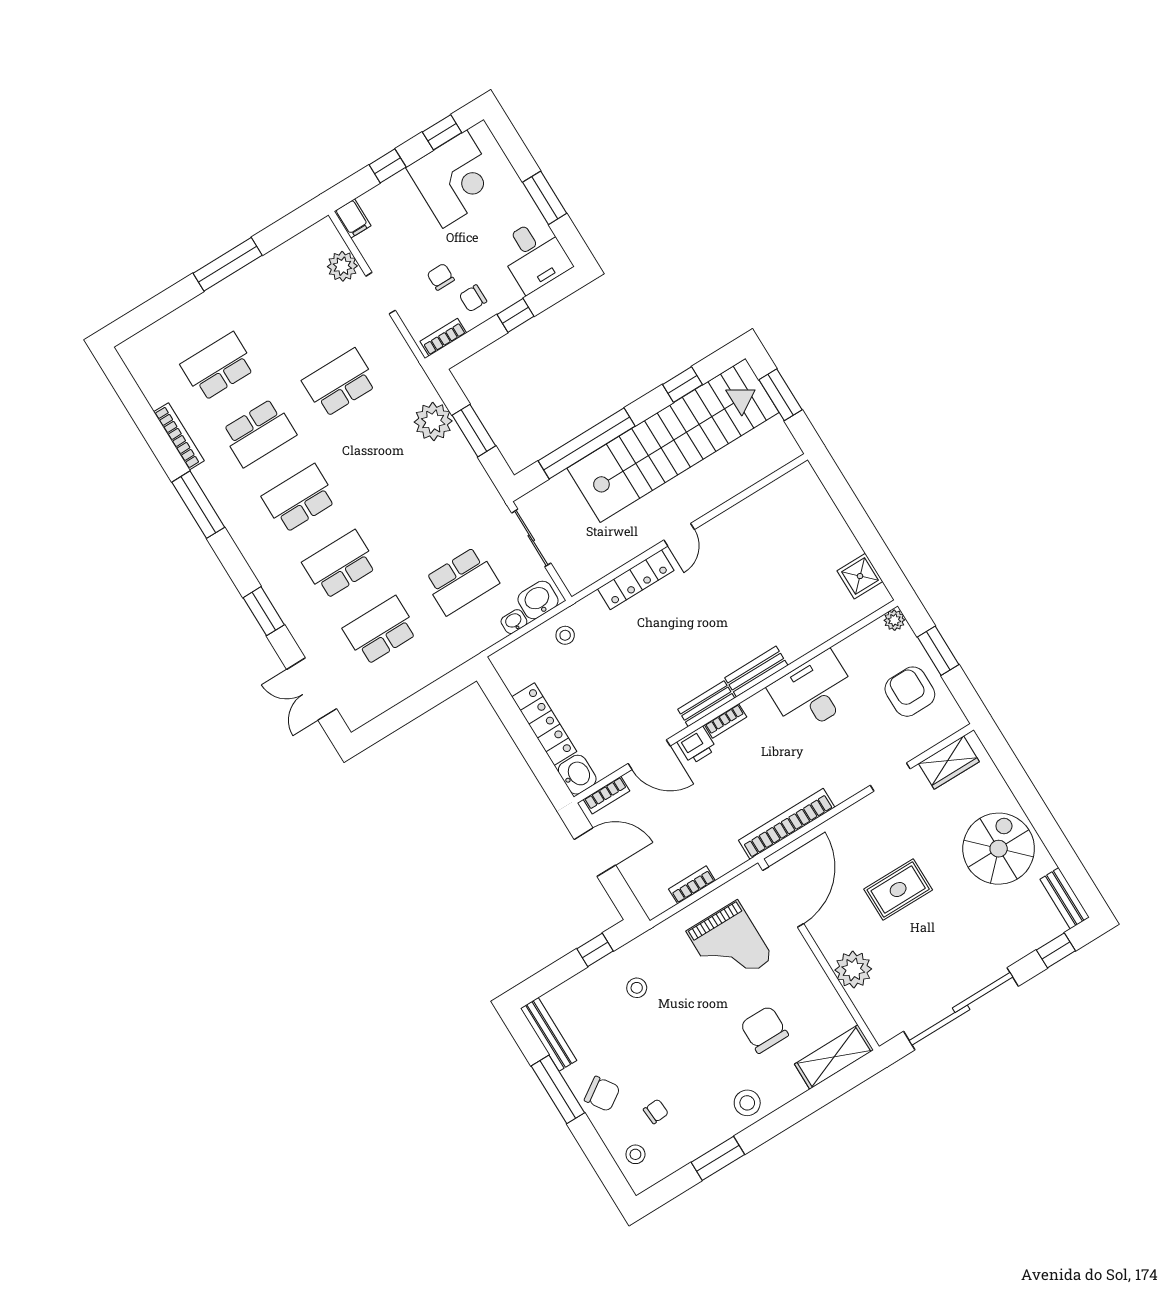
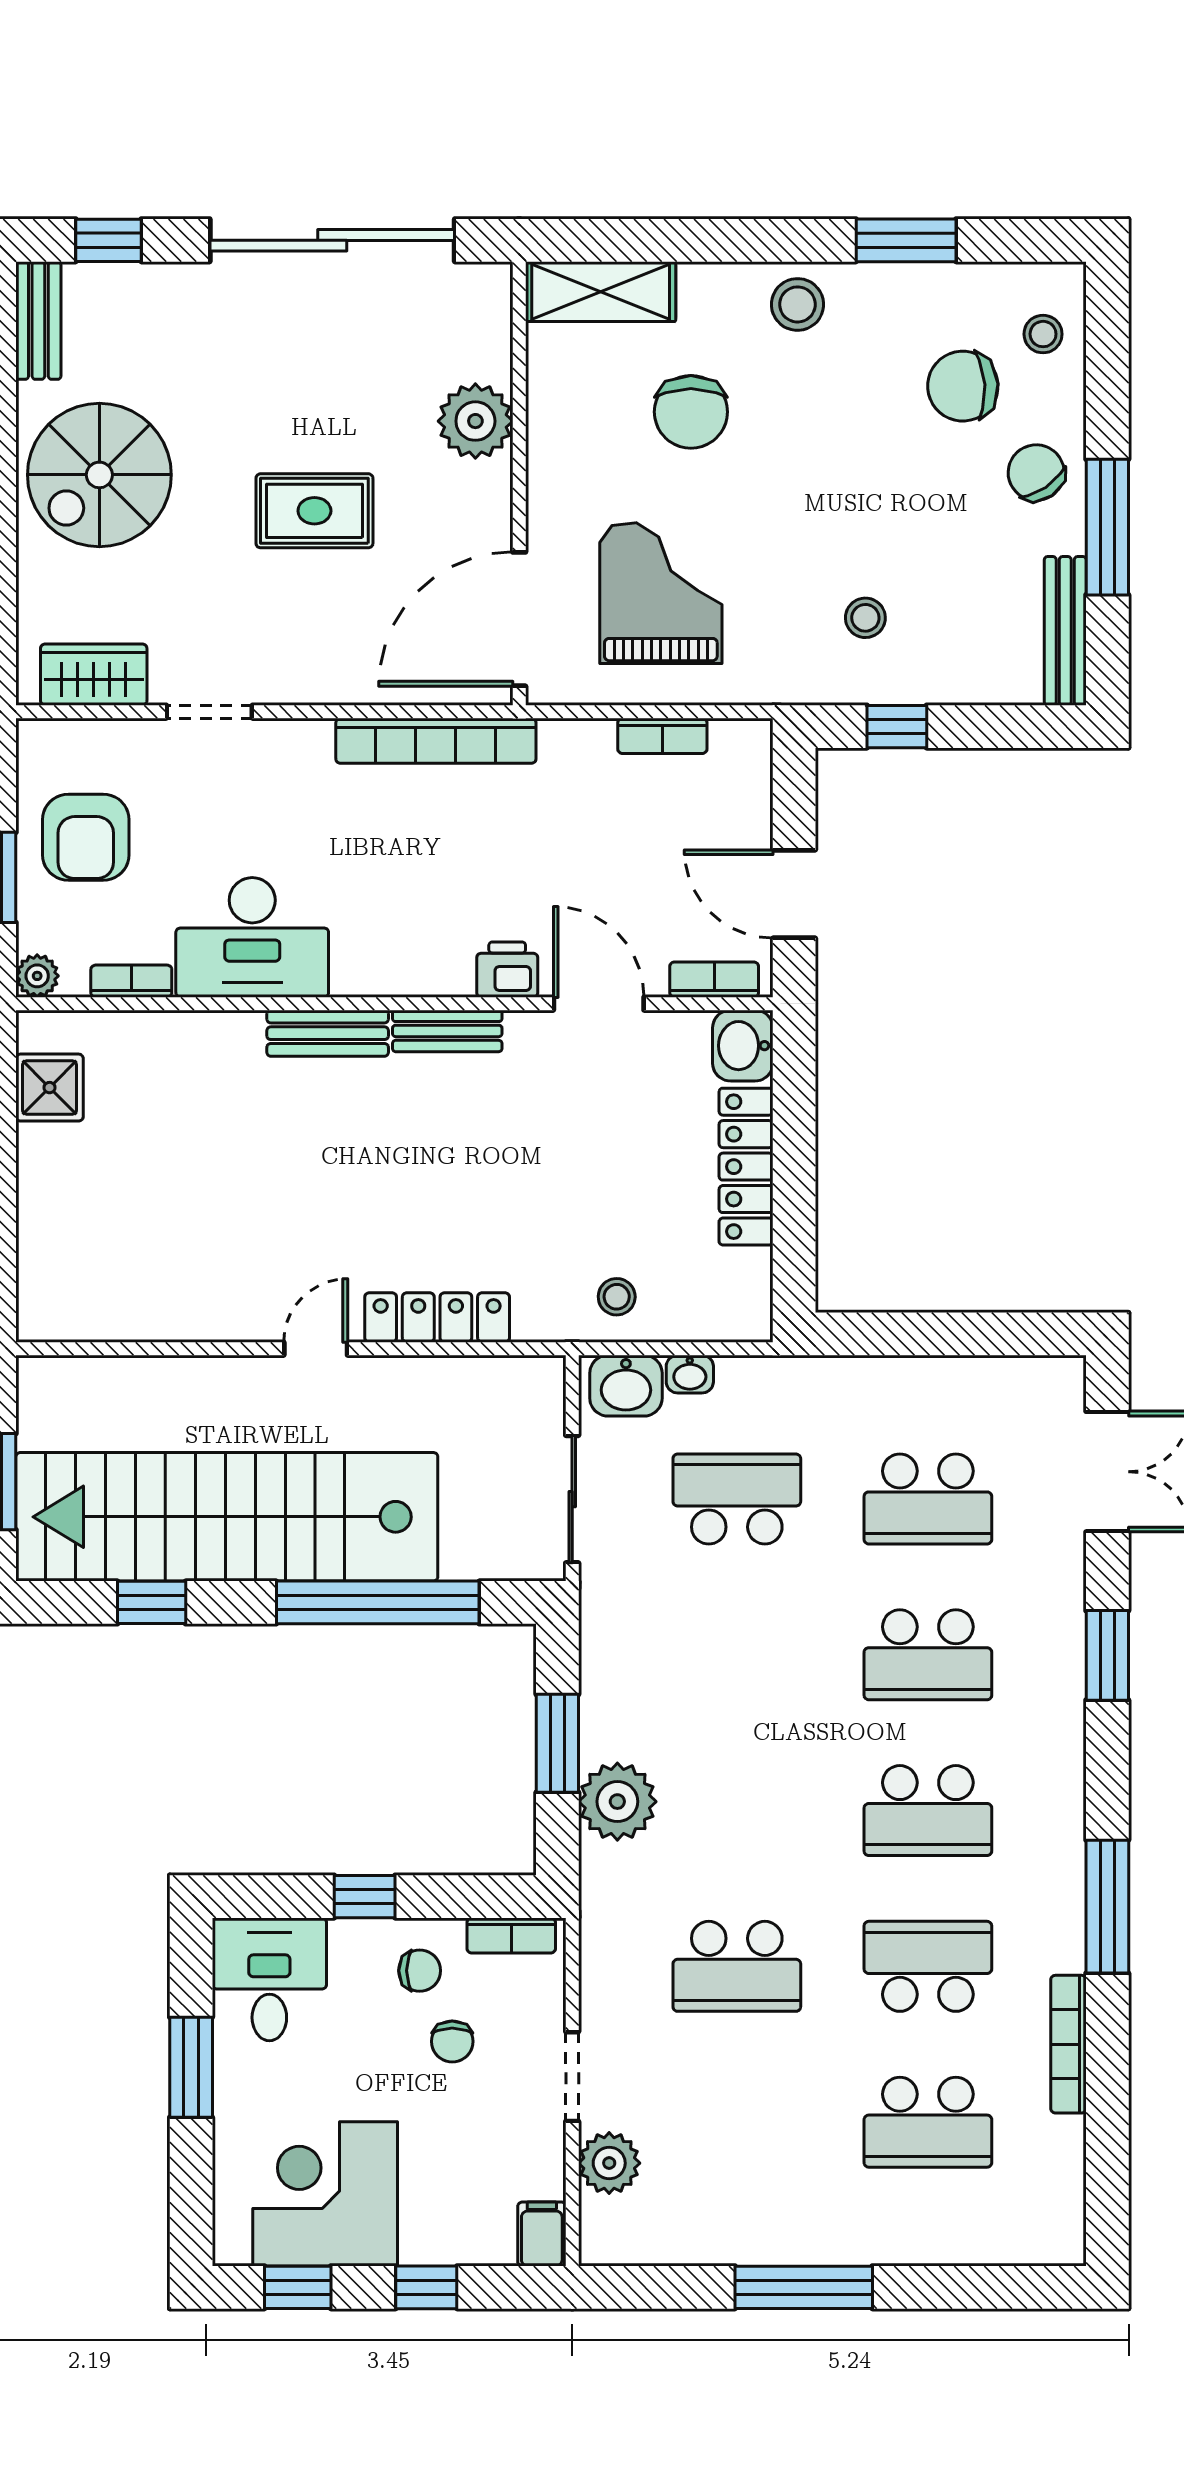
bookcase: (726, 721) -> (131, 981), moved
chair: (656, 1111) -> (963, 386), width x1.87, depth x1.87

